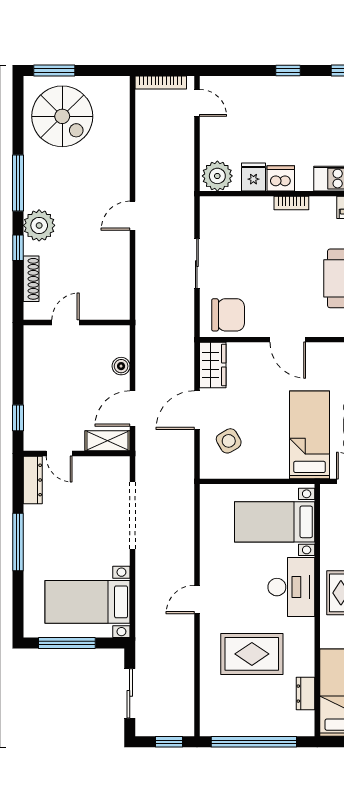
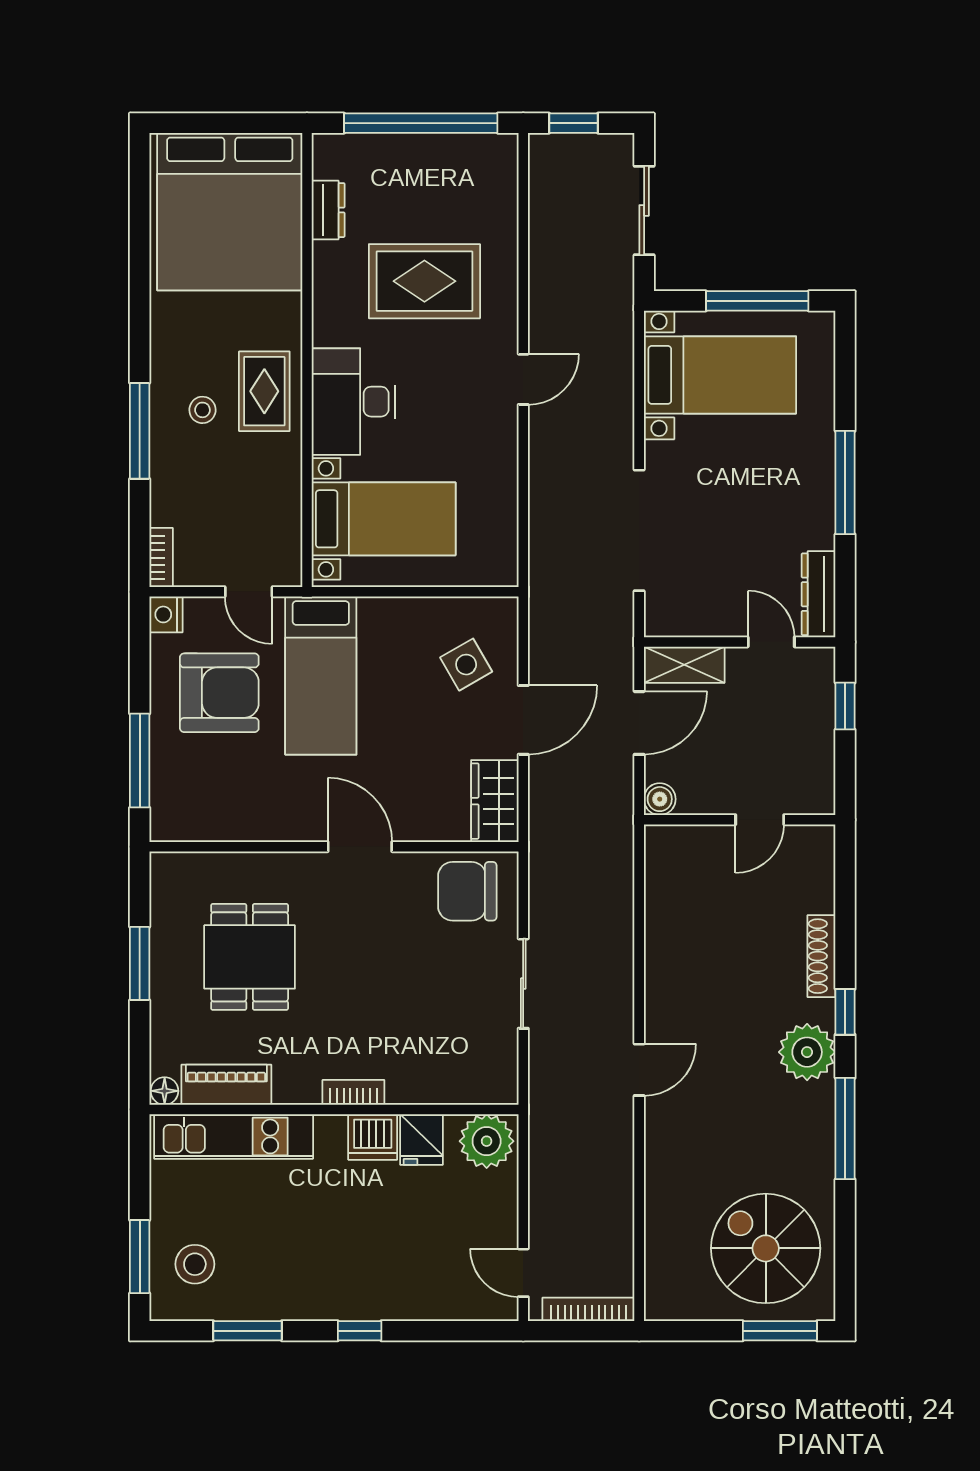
door: (65, 322) -> (760, 820), moved
wall: (77, 322) -> (740, 820), moved

